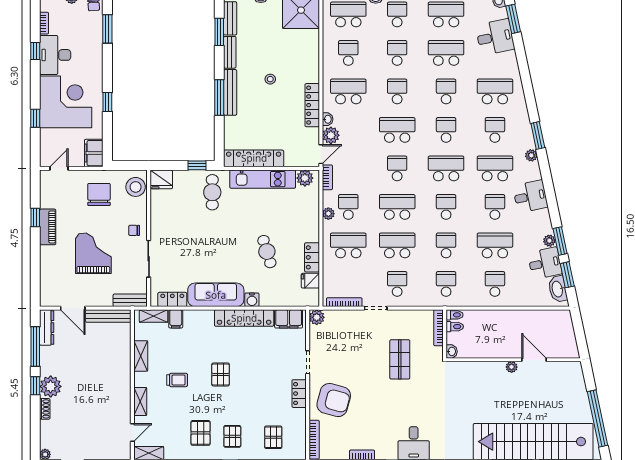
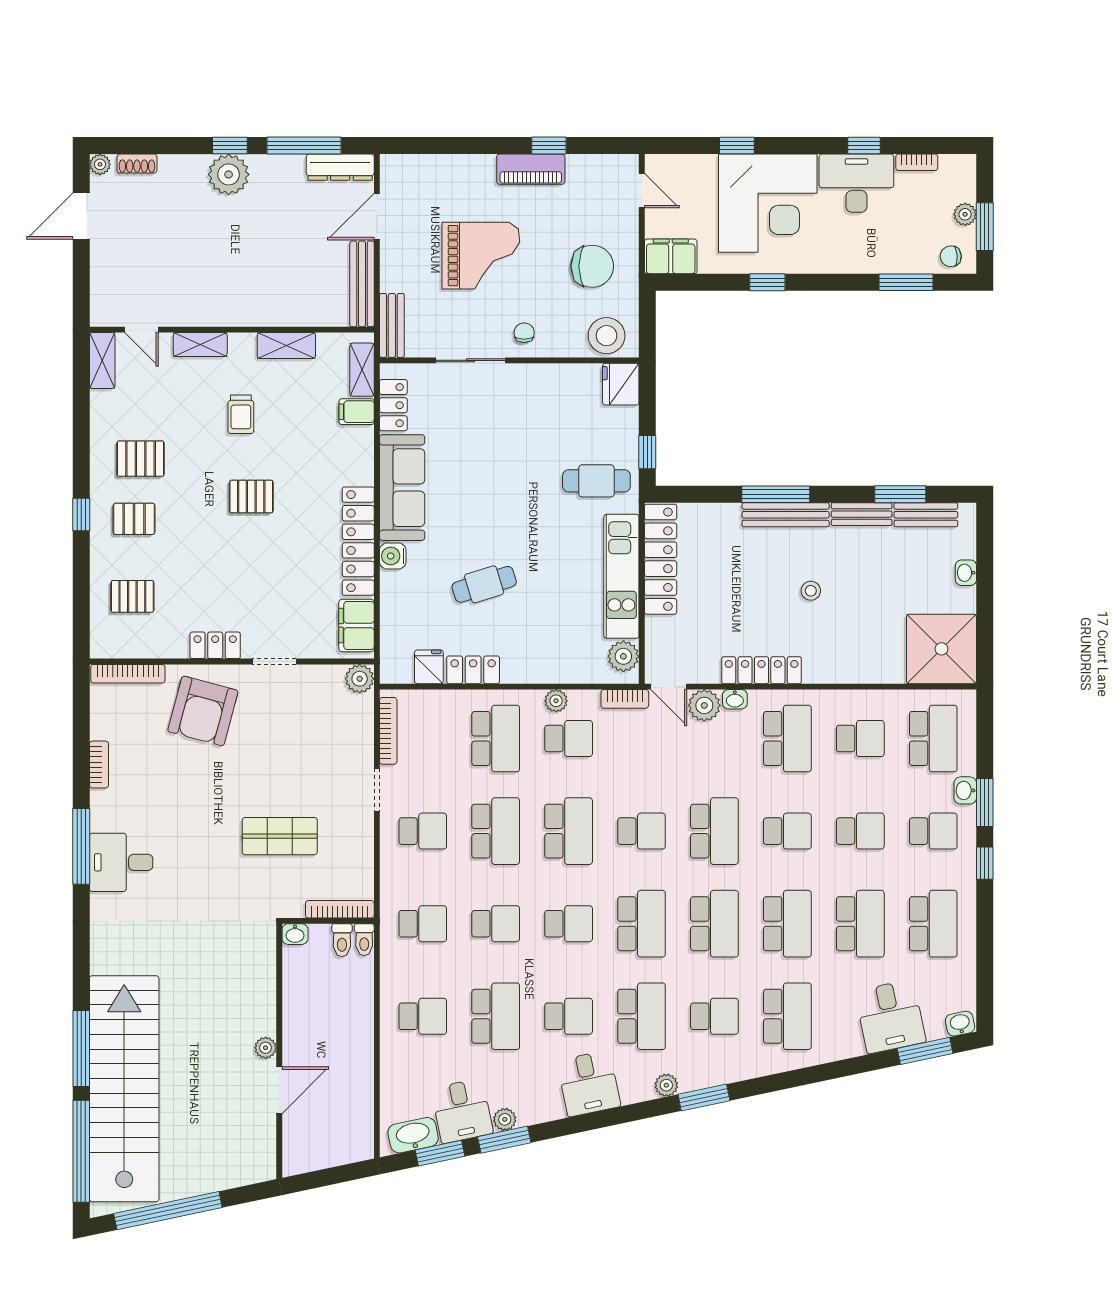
school desk: (446, 91) -> (787, 924), width x1.85
school desk: (446, 130) -> (714, 924), width x1.85
shoe rack: (45, 409) -> (137, 164), moved

